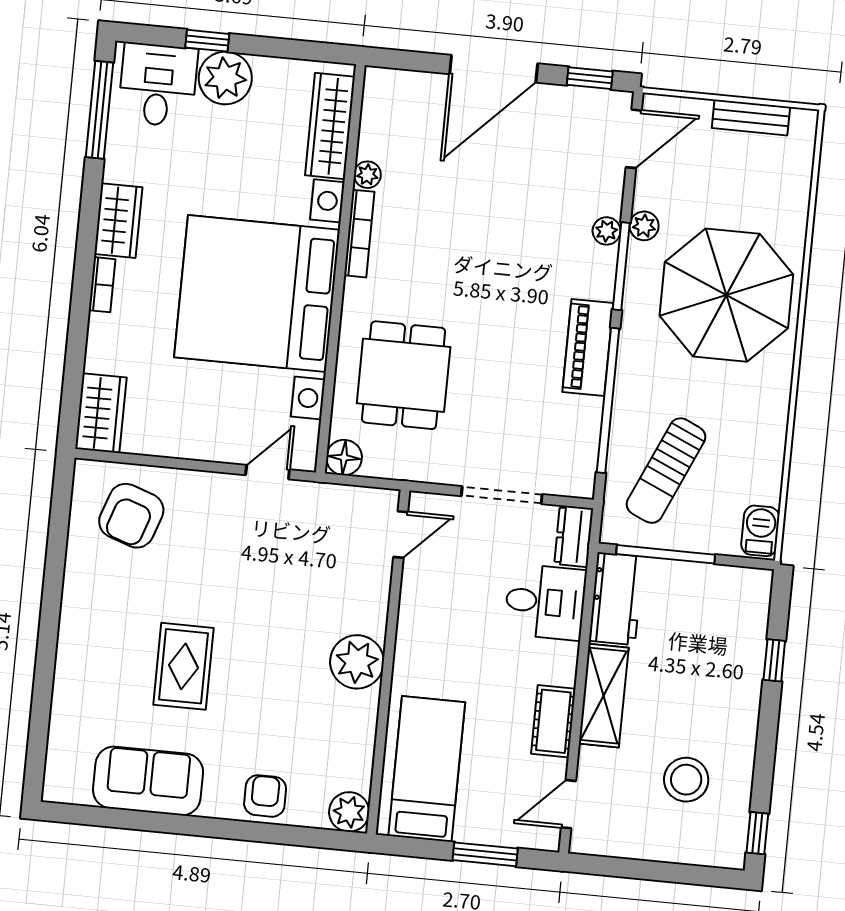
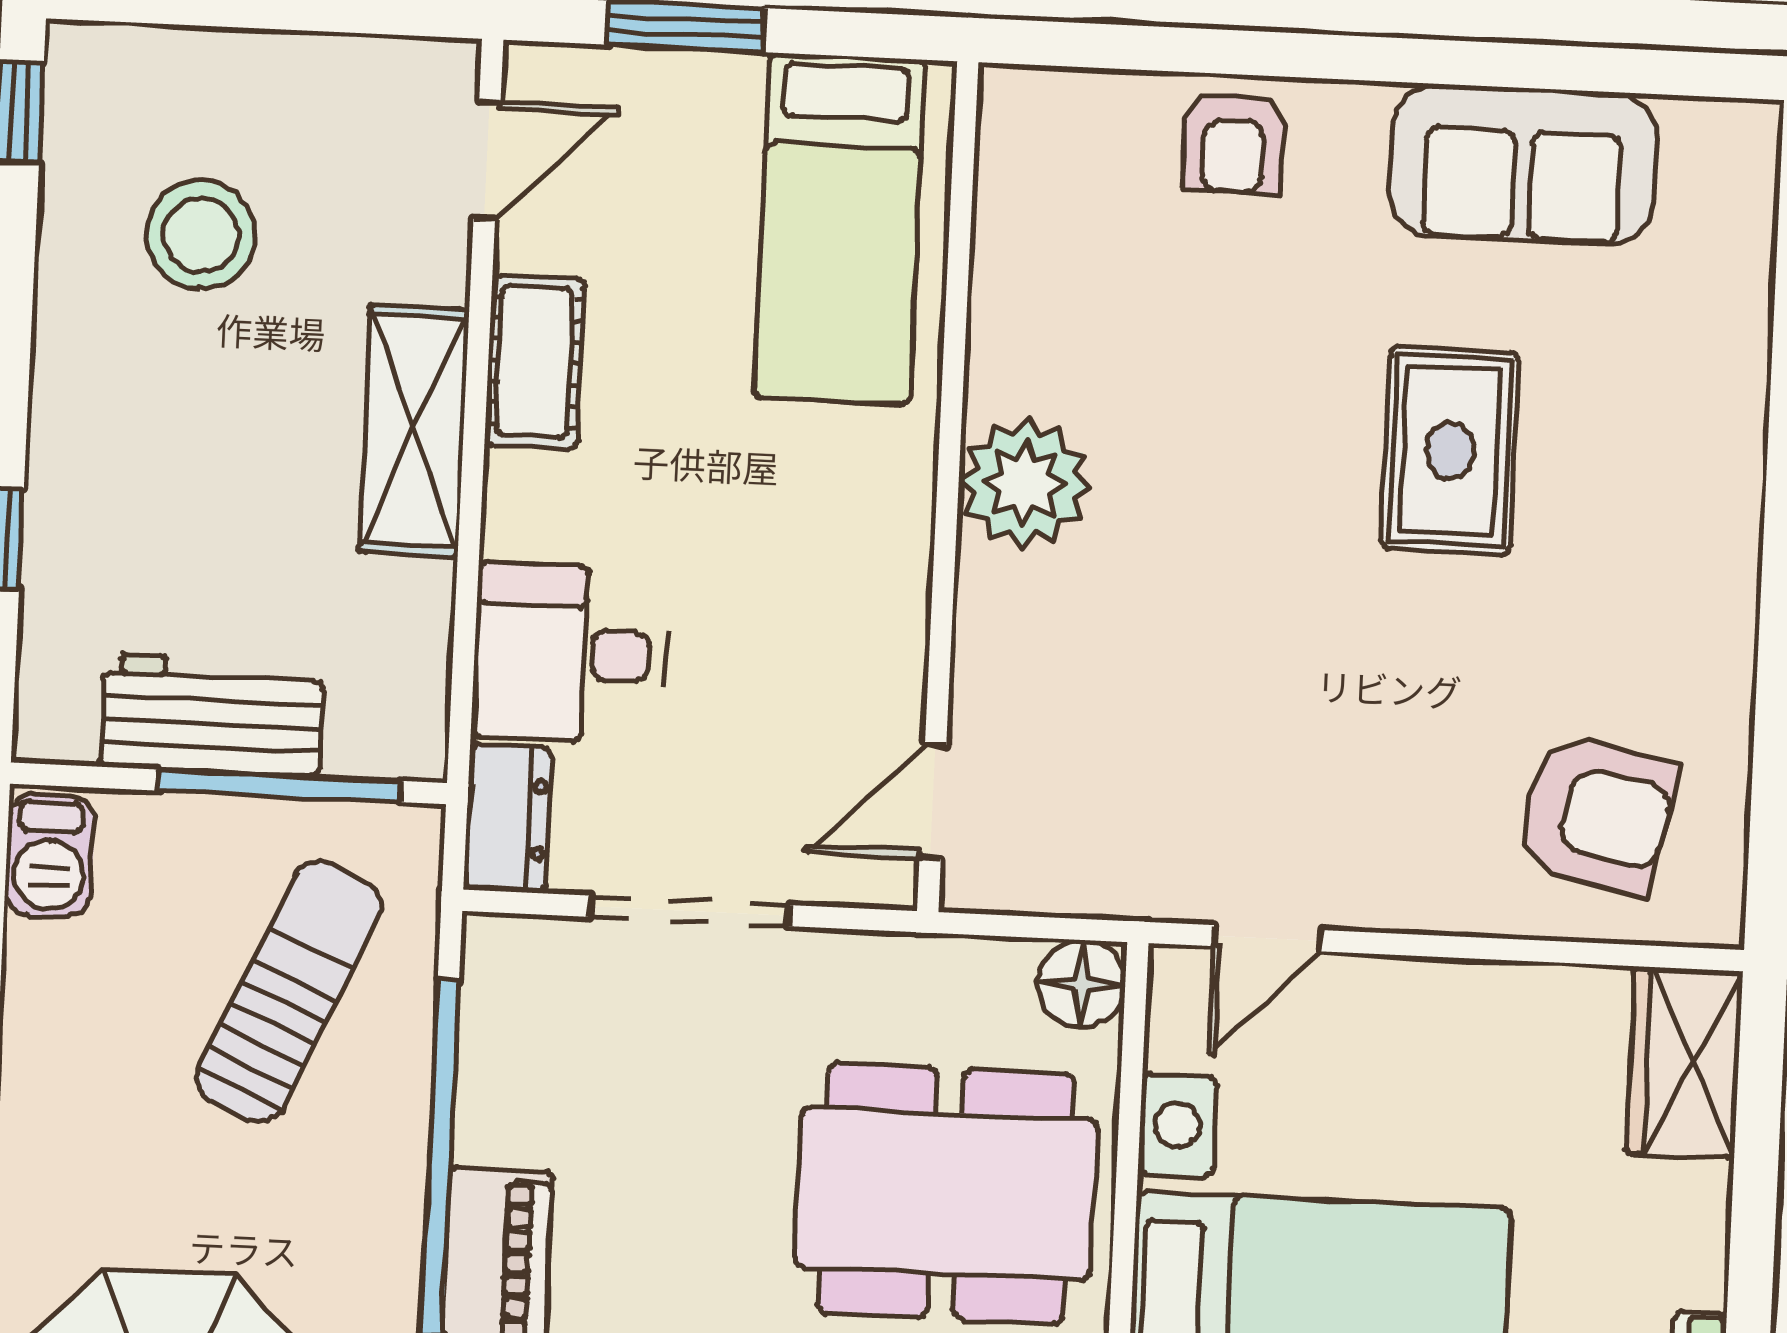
dining table: (404, 375) -> (946, 1193), width x1.38
armchair: (131, 516) -> (1597, 814), turned 83
workbench: (616, 599) -> (212, 715), moved, turned 90
plant: (349, 812) -> (1025, 114), removed

